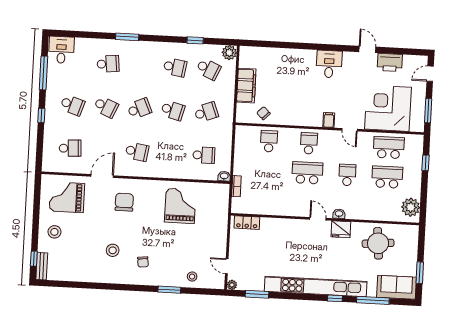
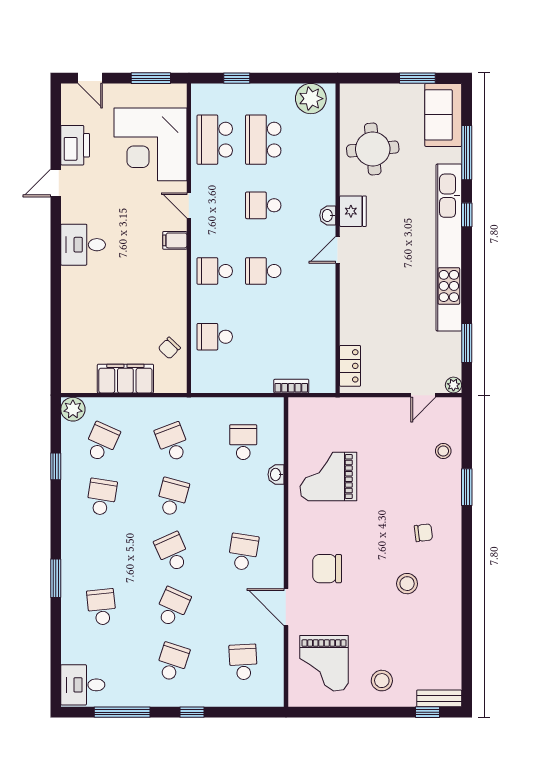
door: (350, 130) -> (189, 205), swing flipped
school desk: (307, 173) -> (263, 271), width x0.54
washbasin: (224, 176) -> (276, 474), moved

